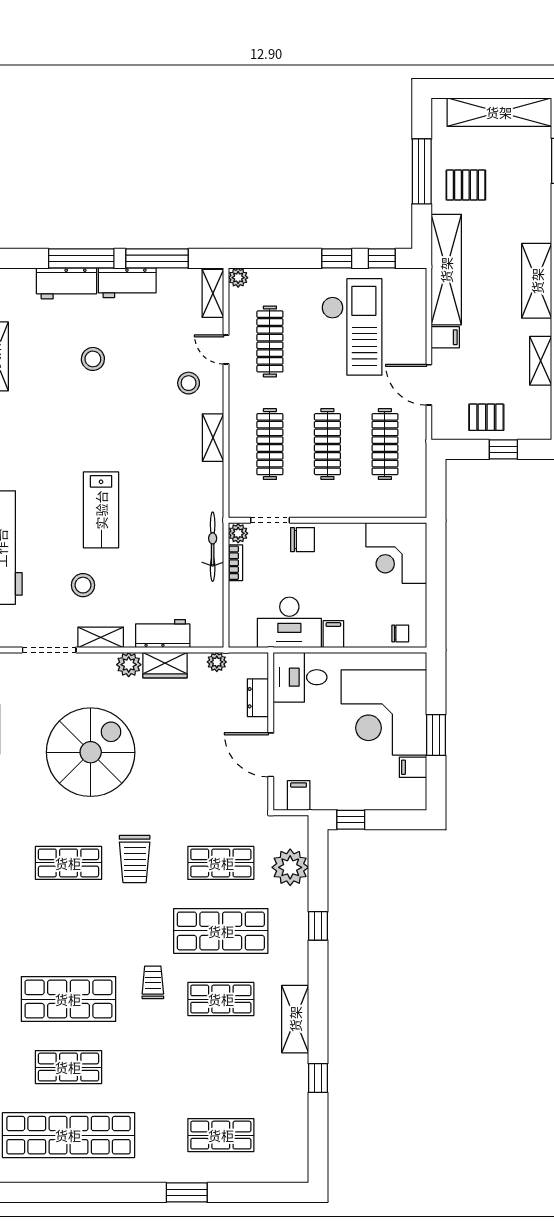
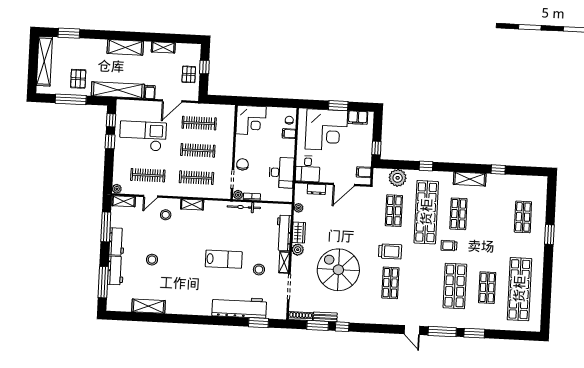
window: (81, 258) -> (103, 282), moved
workbench: (163, 634) -> (284, 233), width x1.38
filing cabinet: (333, 634) -> (289, 134), moved
filing cabinet: (413, 767) -> (358, 118), width x2.00
shop shelf: (221, 931) -> (426, 212), width x1.40

